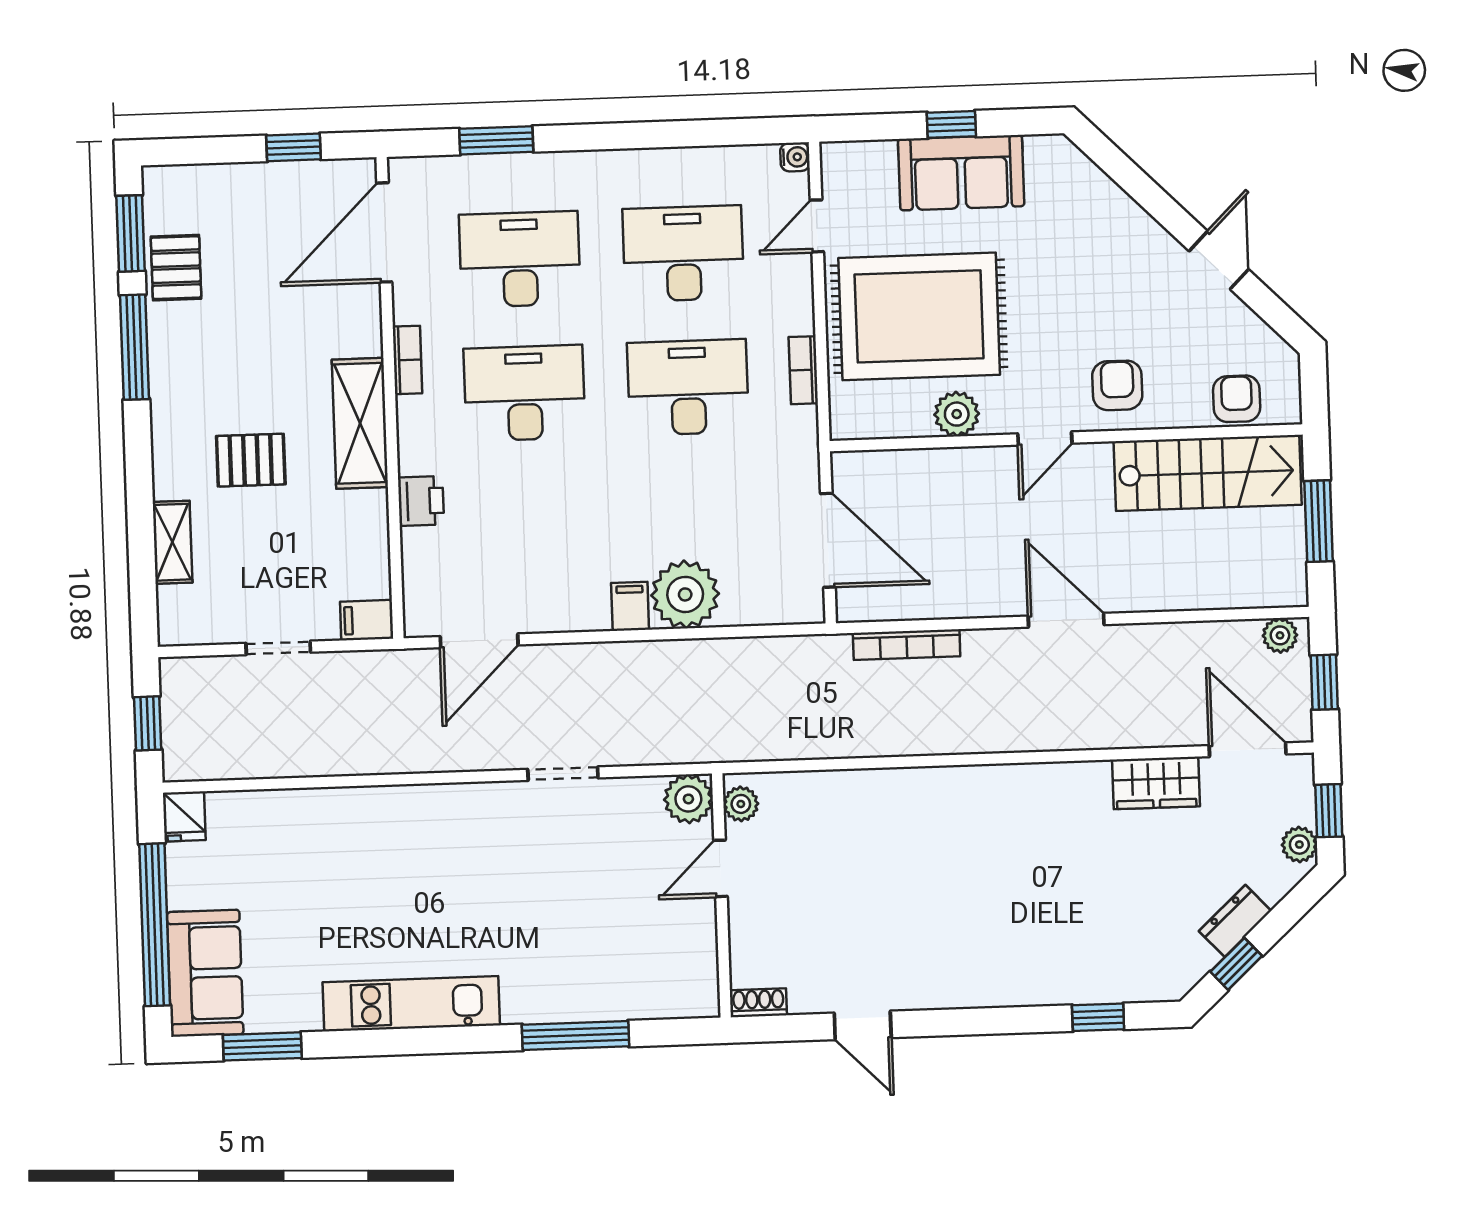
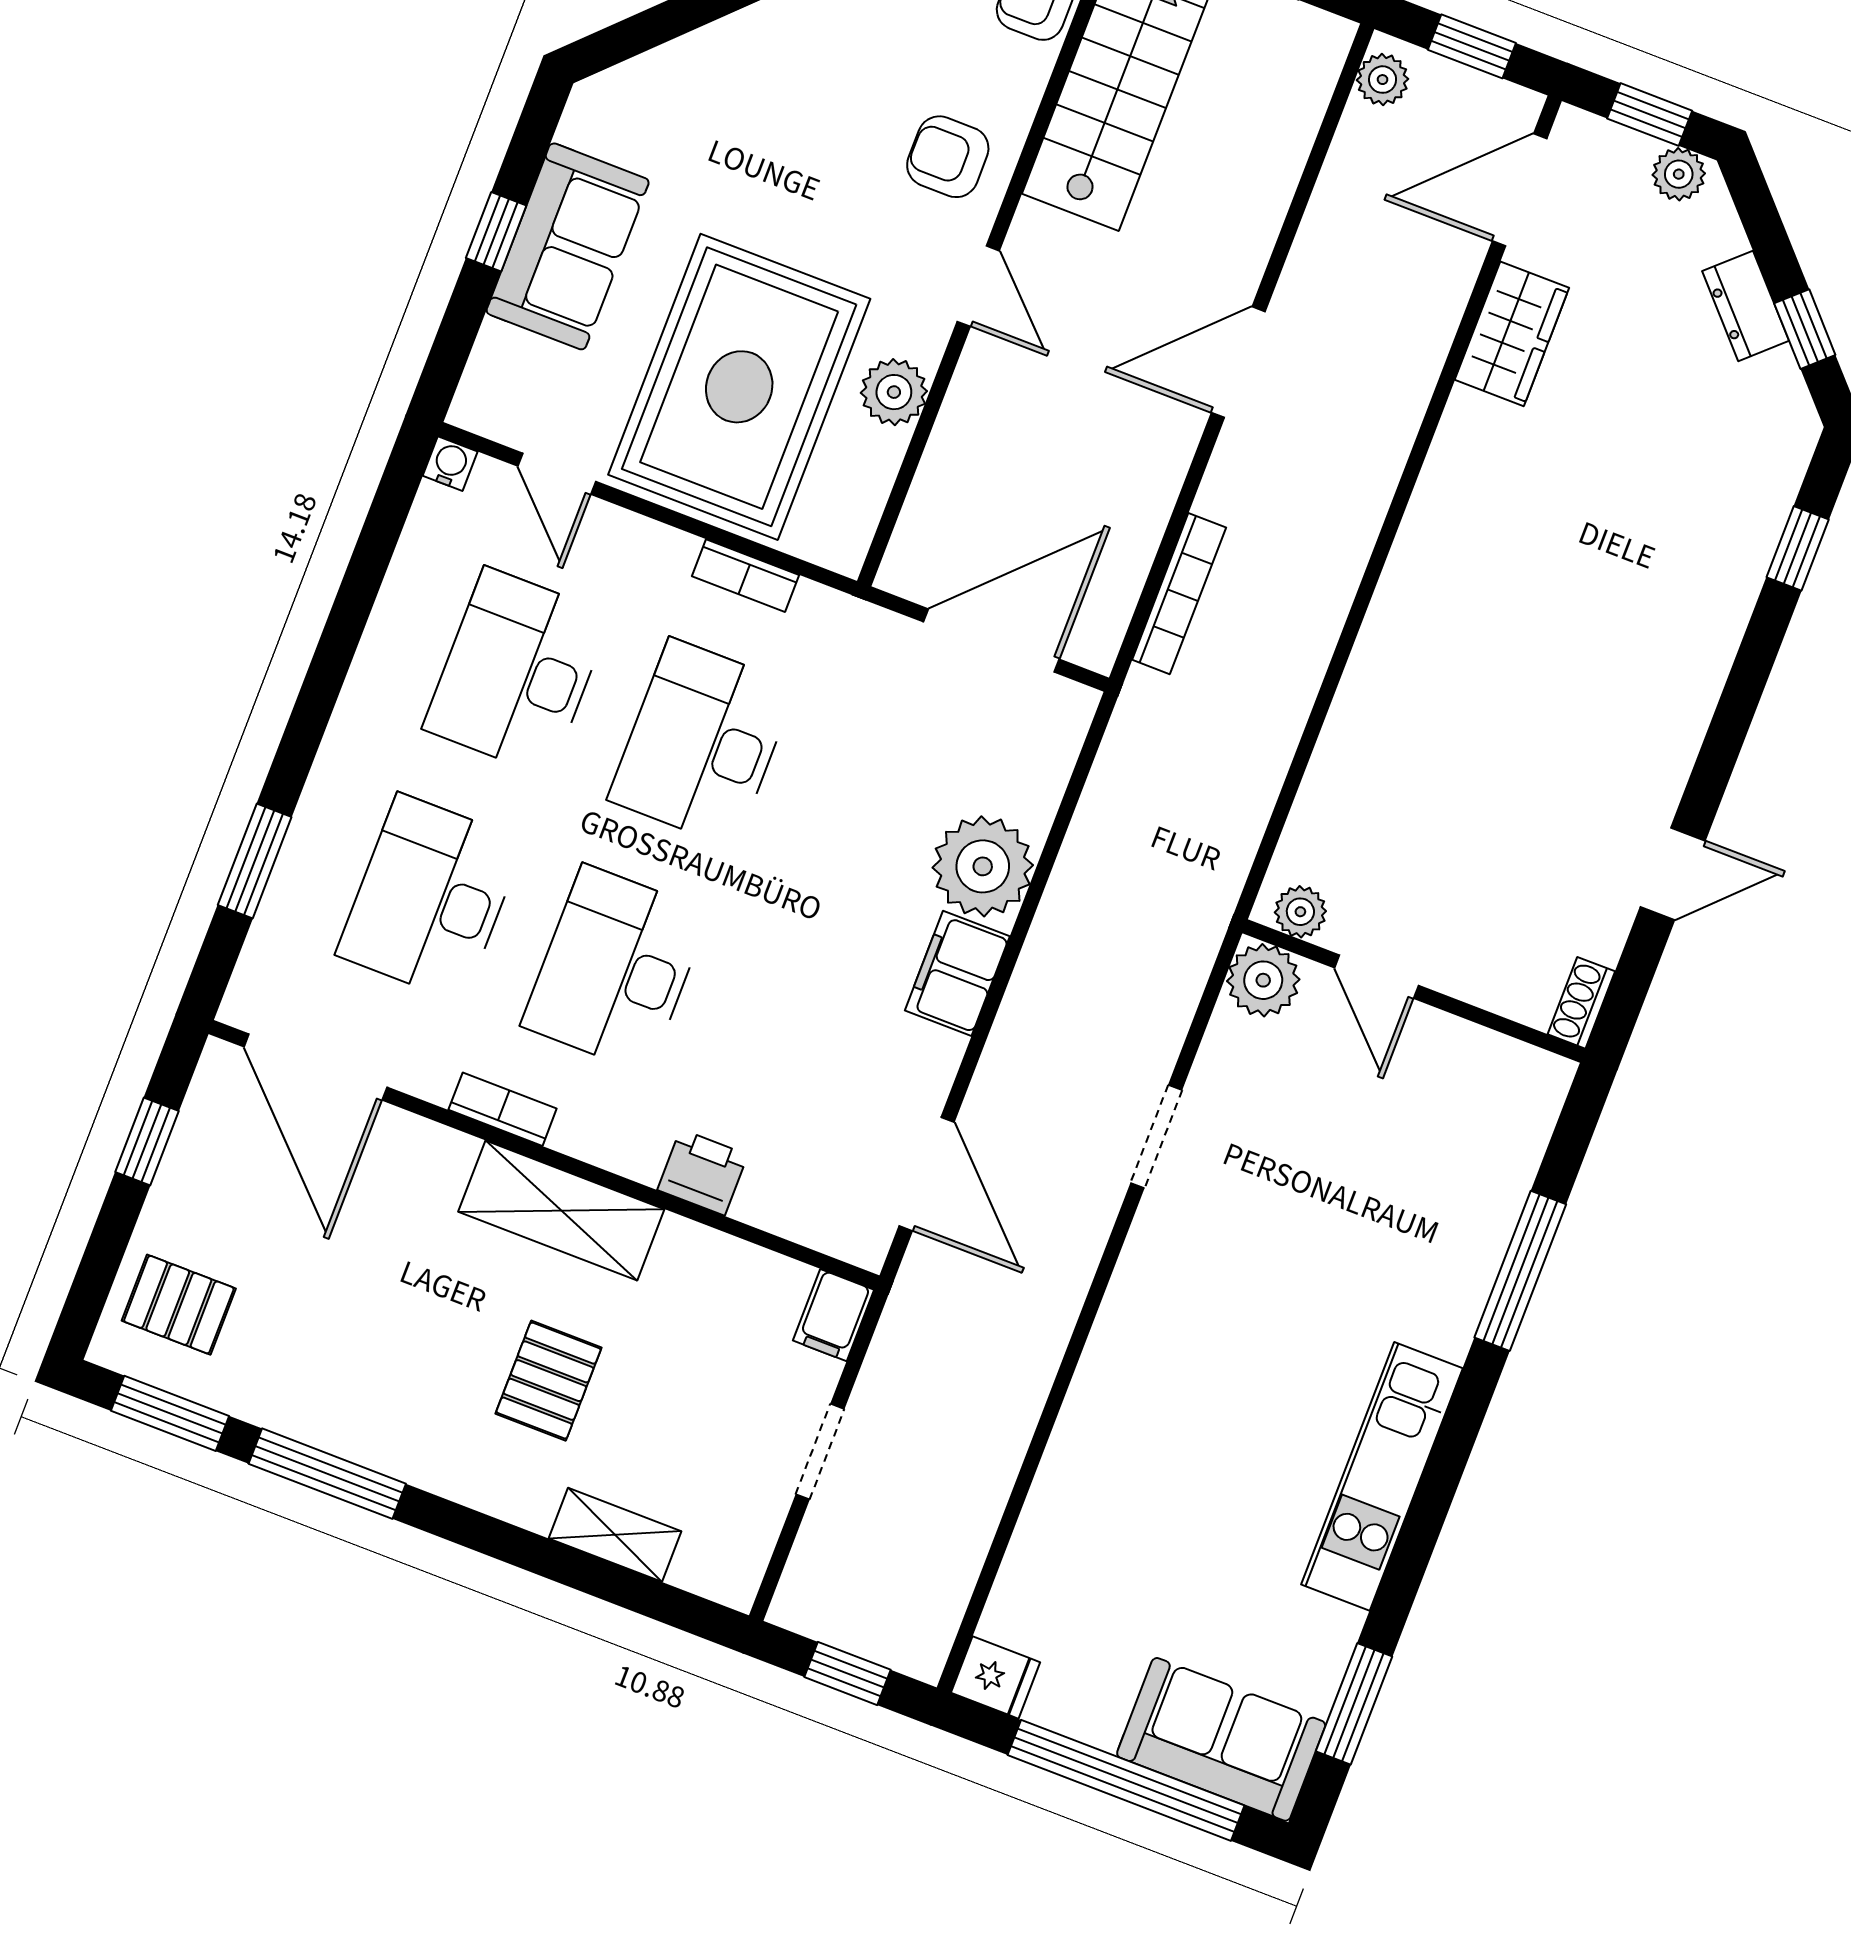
pallet: (176, 268) -> (179, 1305), moved
filing cabinet: (630, 606) -> (957, 973), width x2.00

